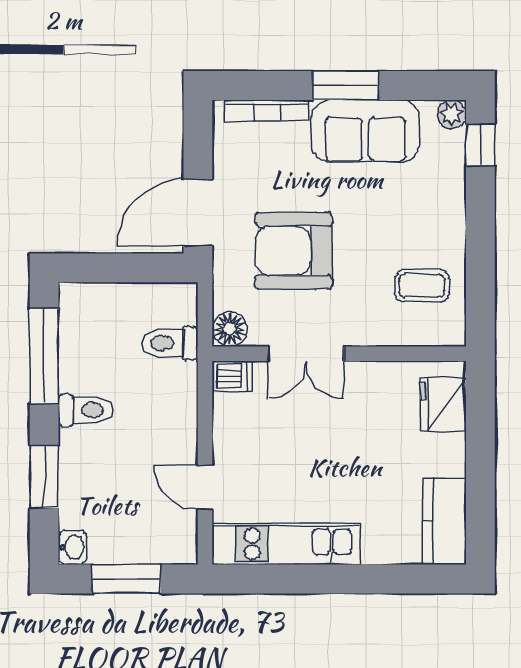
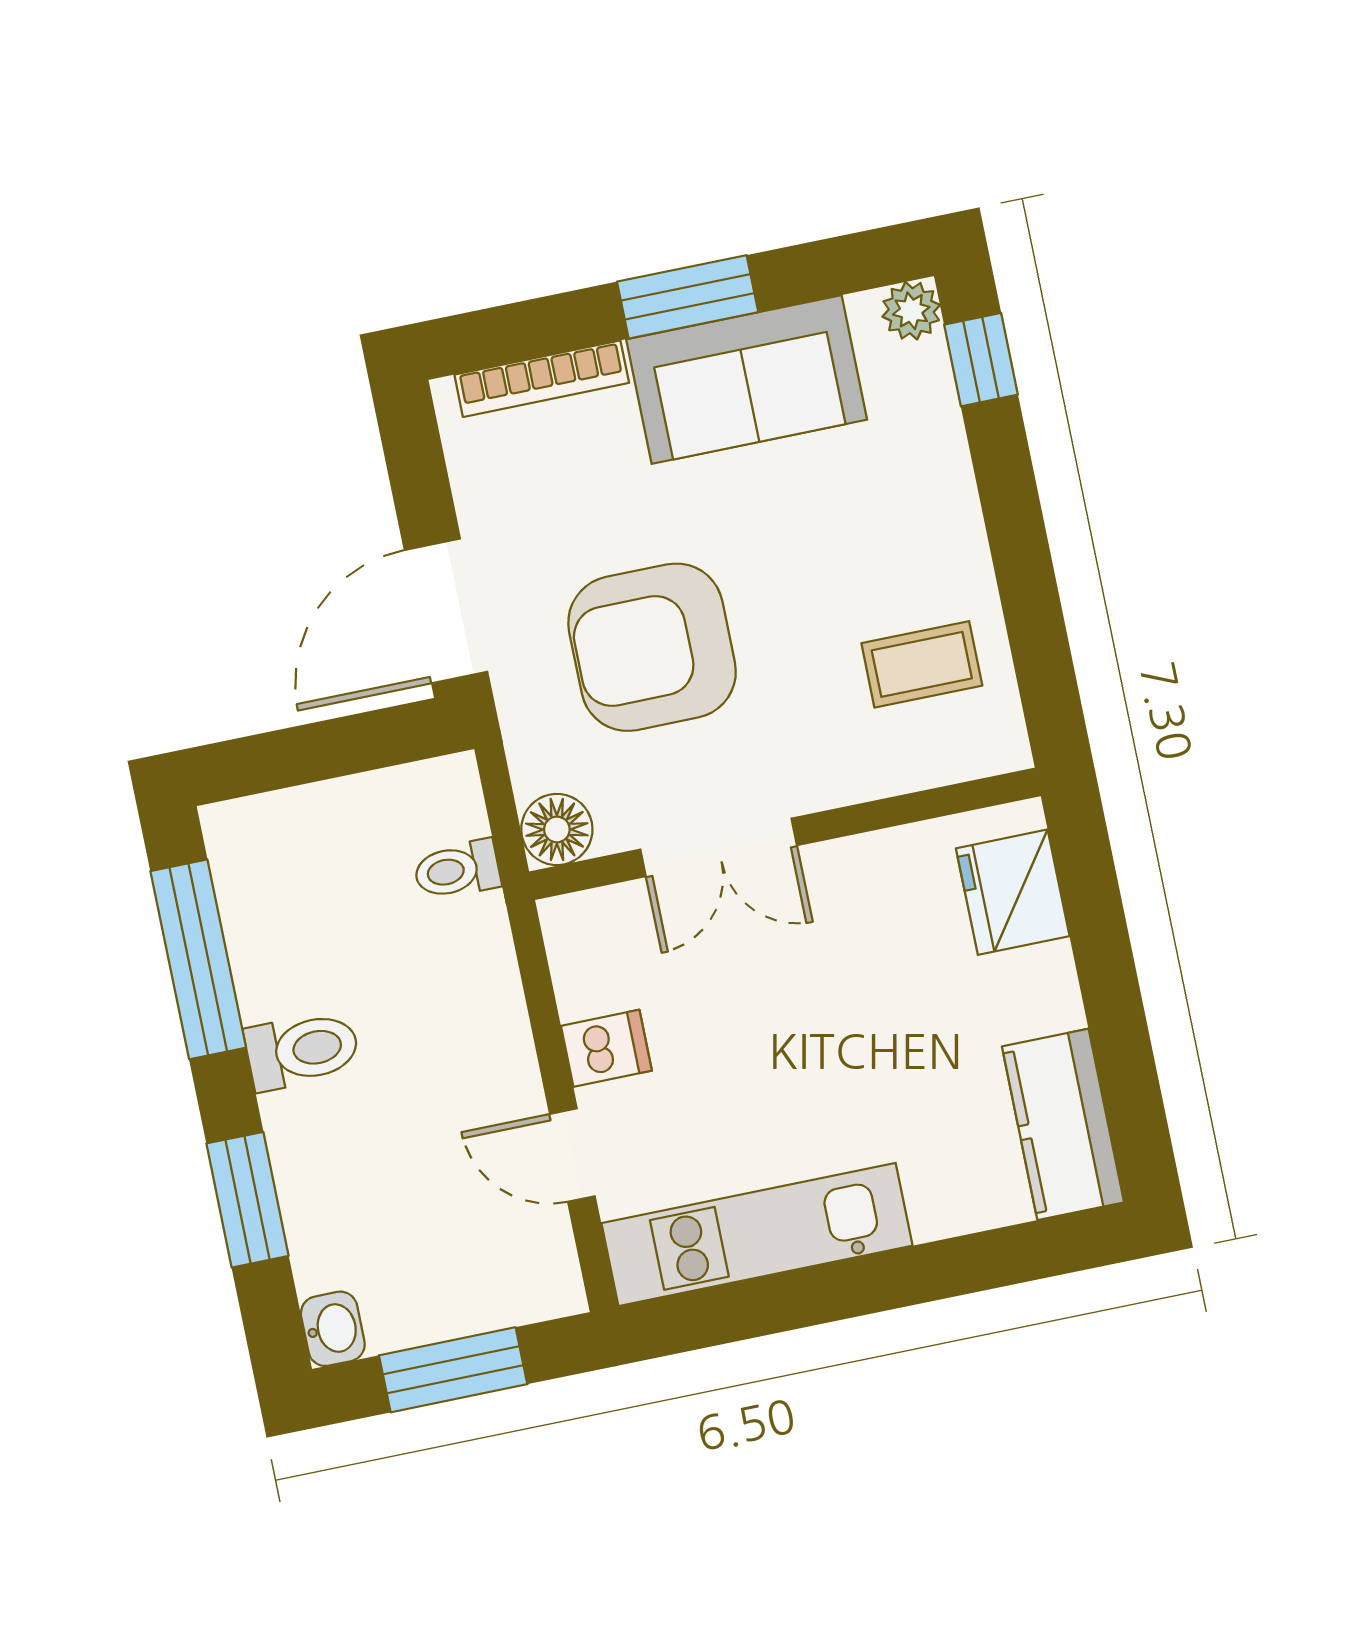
toilet: (170, 343) -> (457, 870), width x0.73, depth x0.72
dishwasher: (232, 376) -> (606, 1048), moved

